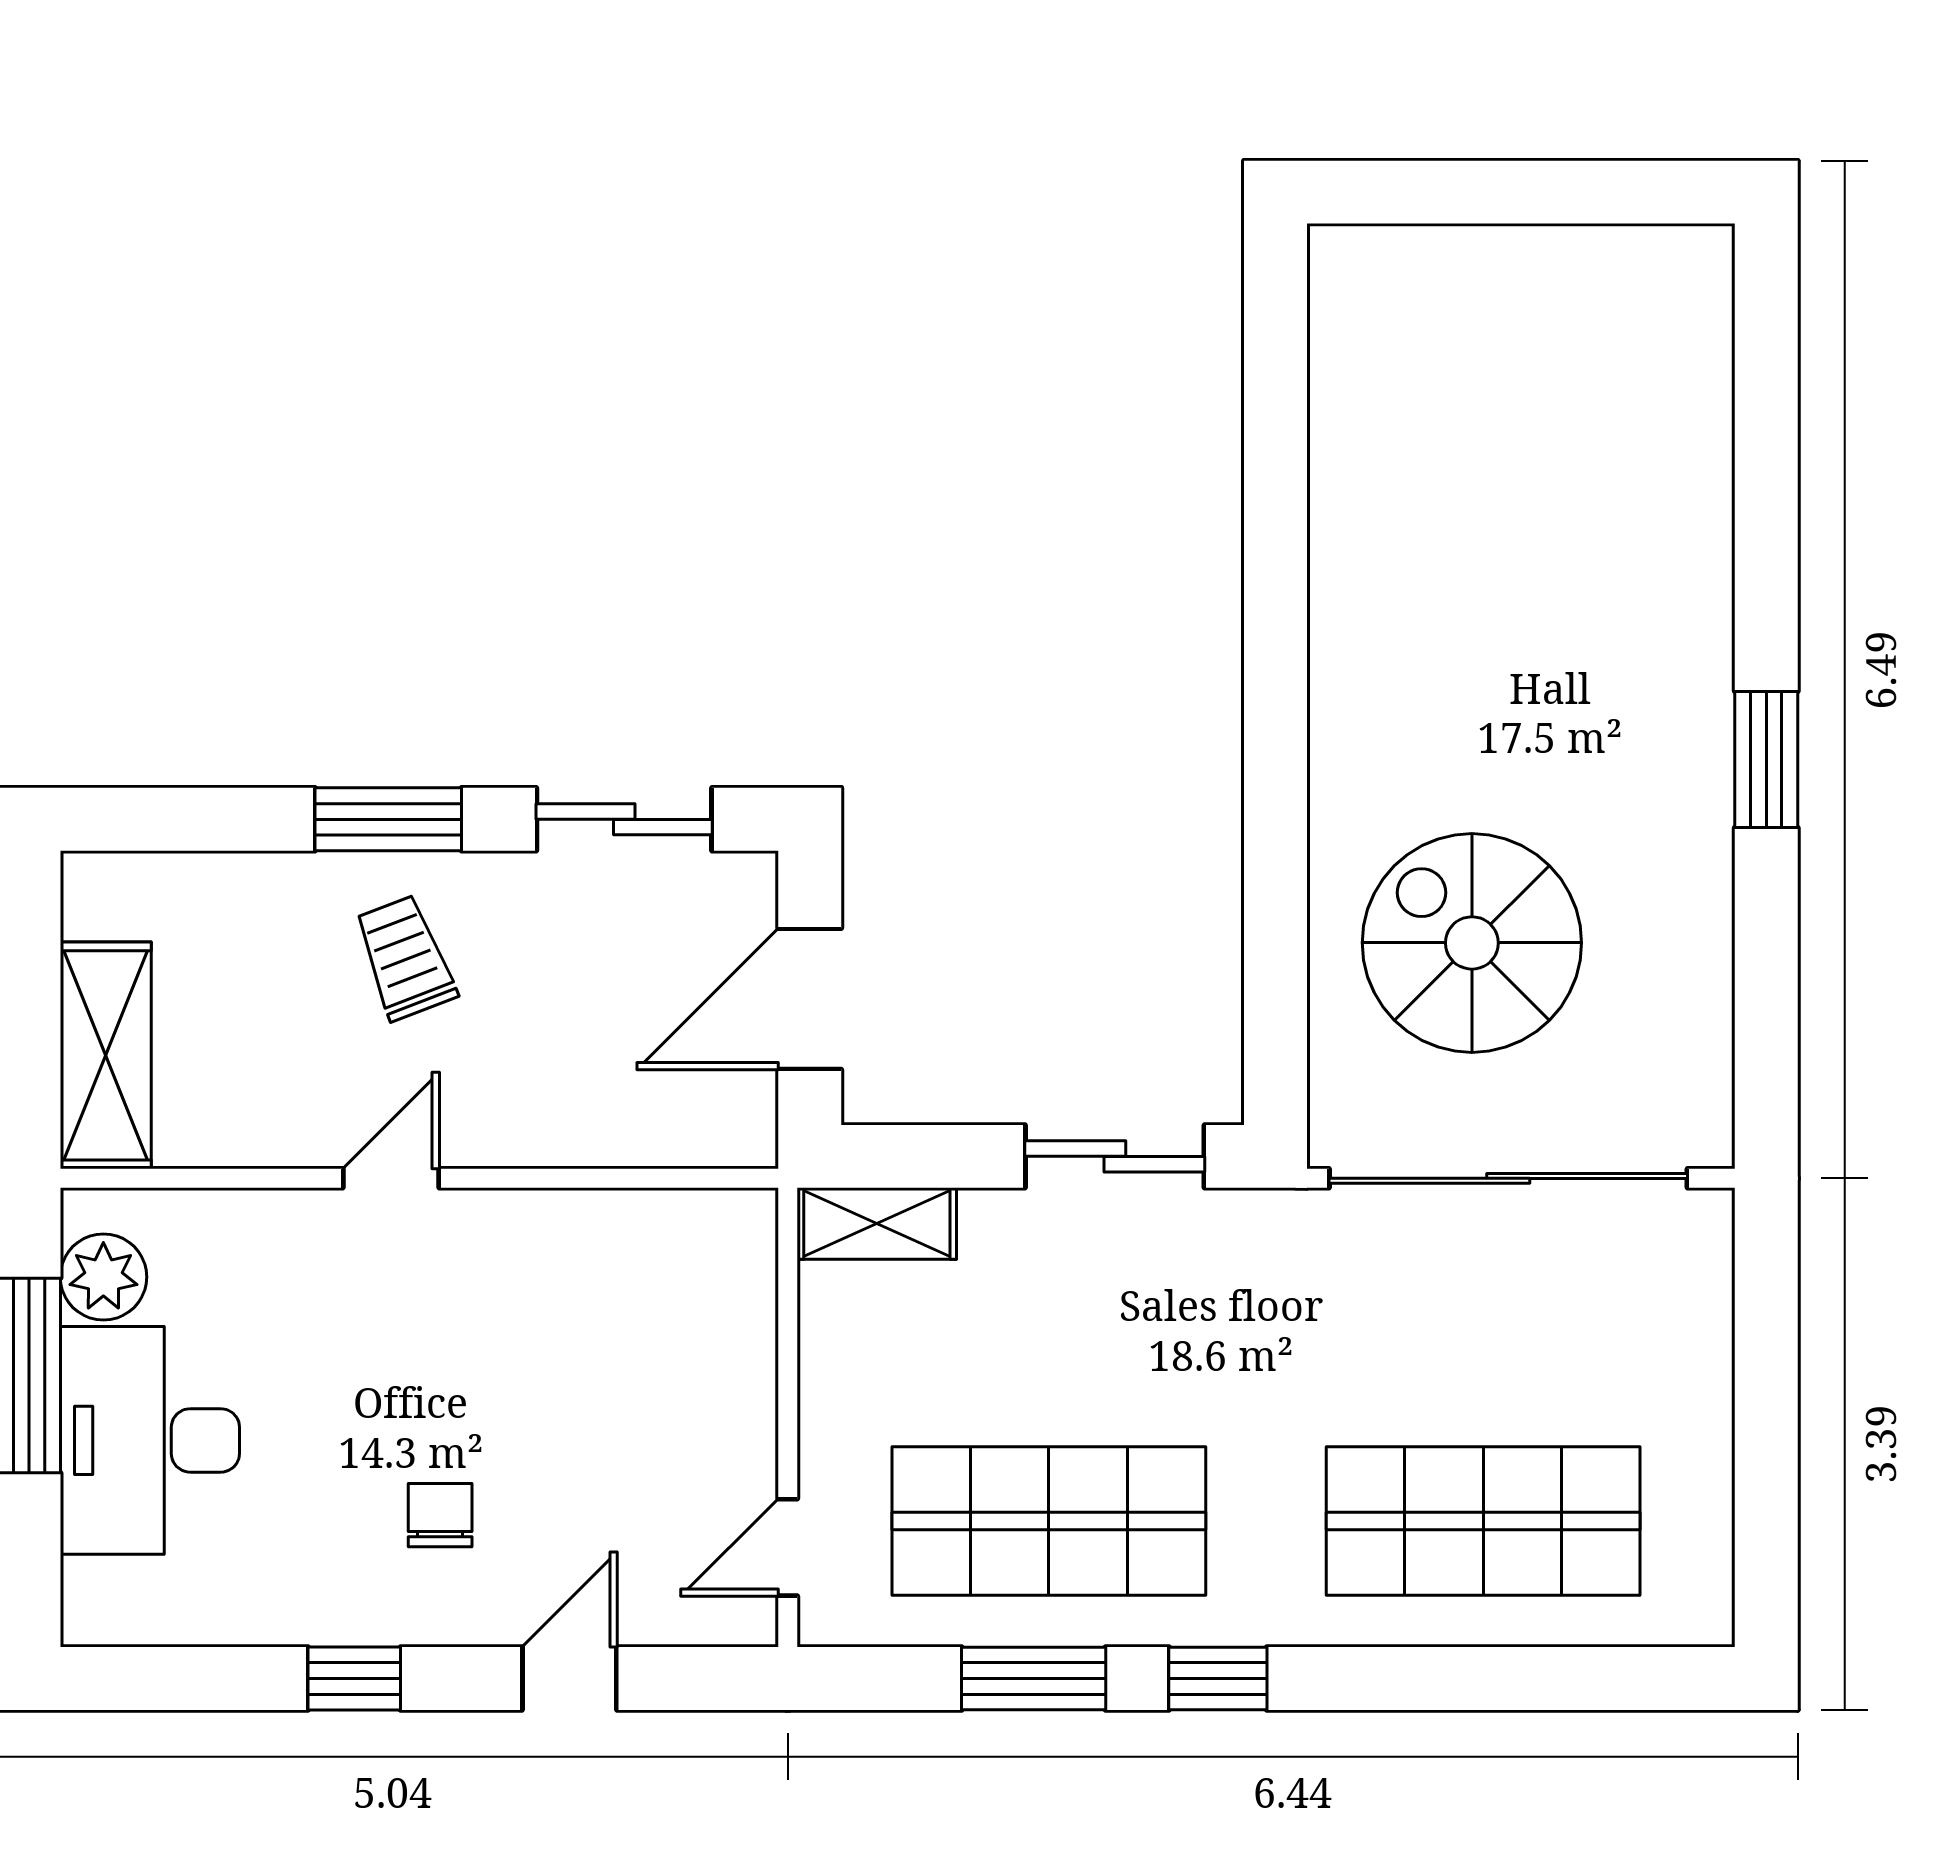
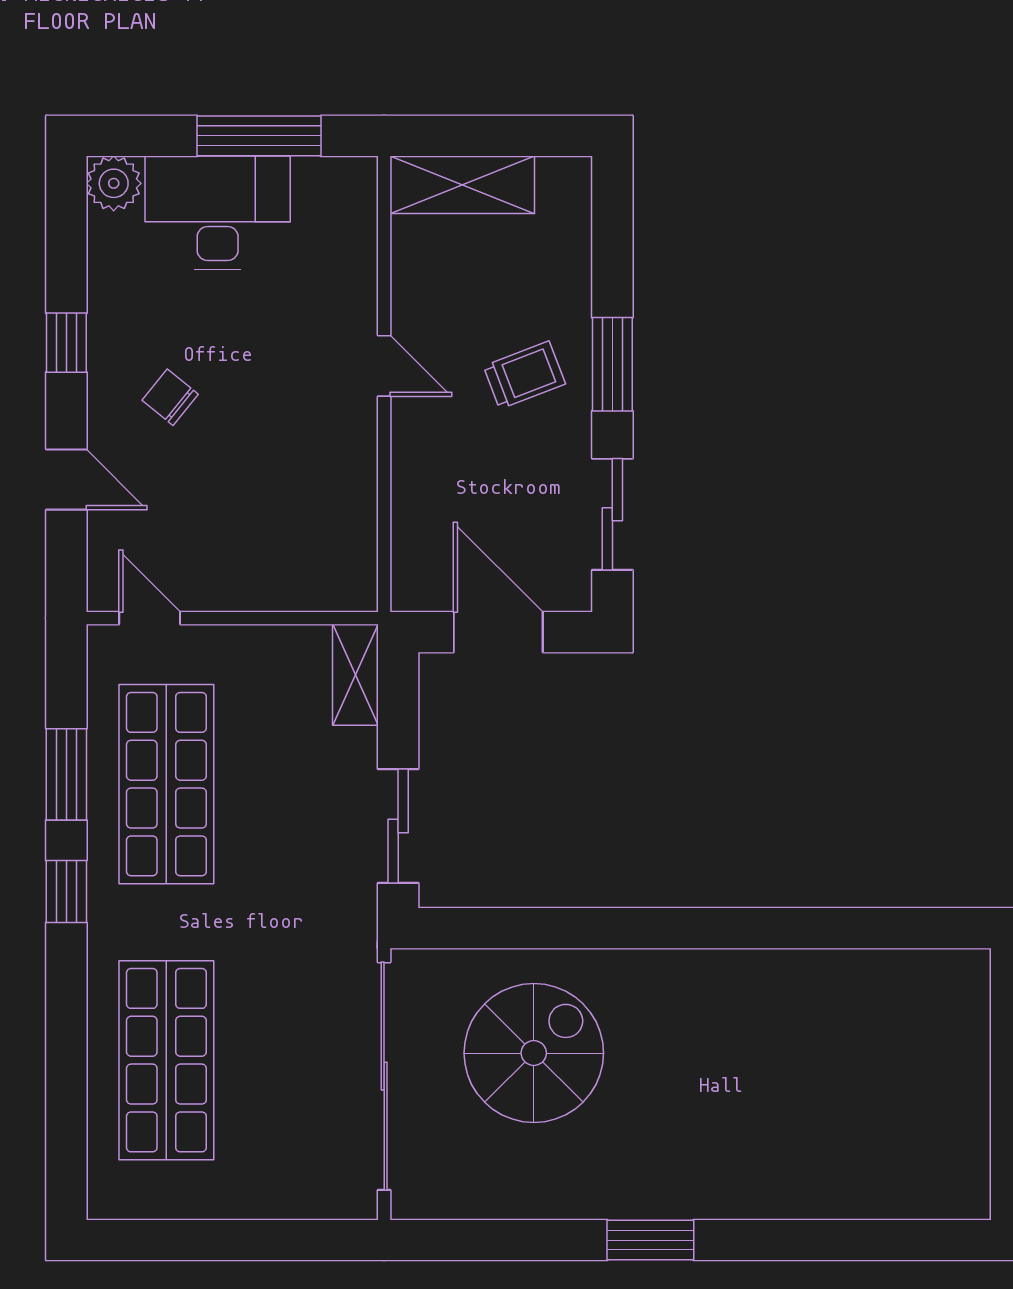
plant: (103, 1277) -> (114, 183), moved
chair: (440, 1515) -> (170, 397), turned -141

